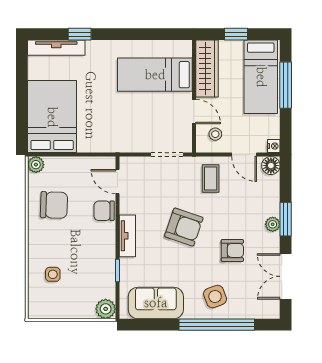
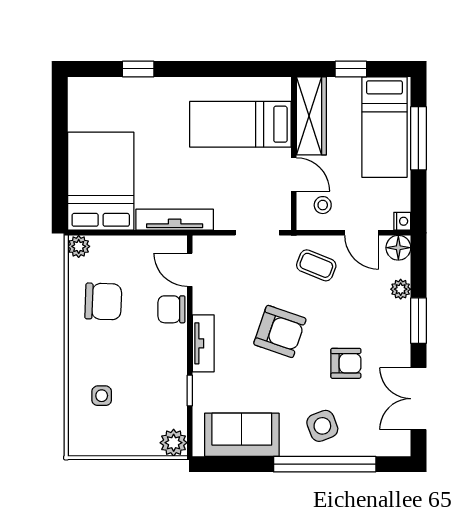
tv unit: (56, 48) -> (175, 220), moved, turned 180
coffee table: (211, 178) -> (316, 265), turned -68
plant: (273, 224) -> (401, 289), moved

